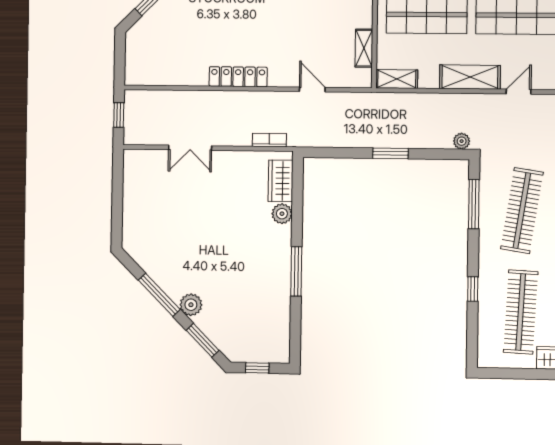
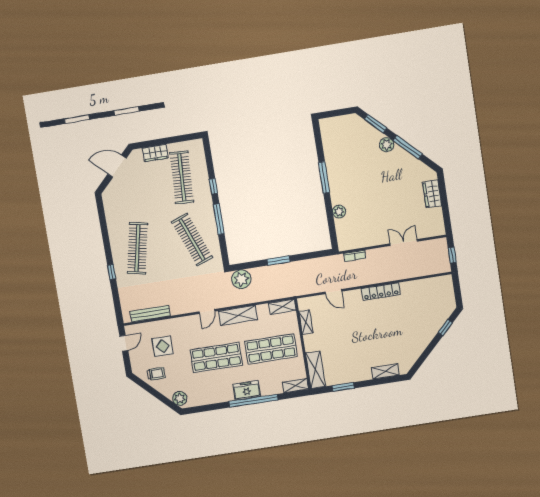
plant: (462, 141) -> (241, 279), width x1.88, depth x1.88
wardrobe: (281, 181) -> (432, 194), moved, turned 180
window: (474, 204) -> (219, 219), moved
clothes rail: (522, 211) -> (192, 240), turned -30
window: (257, 368) -> (338, 113), removed

